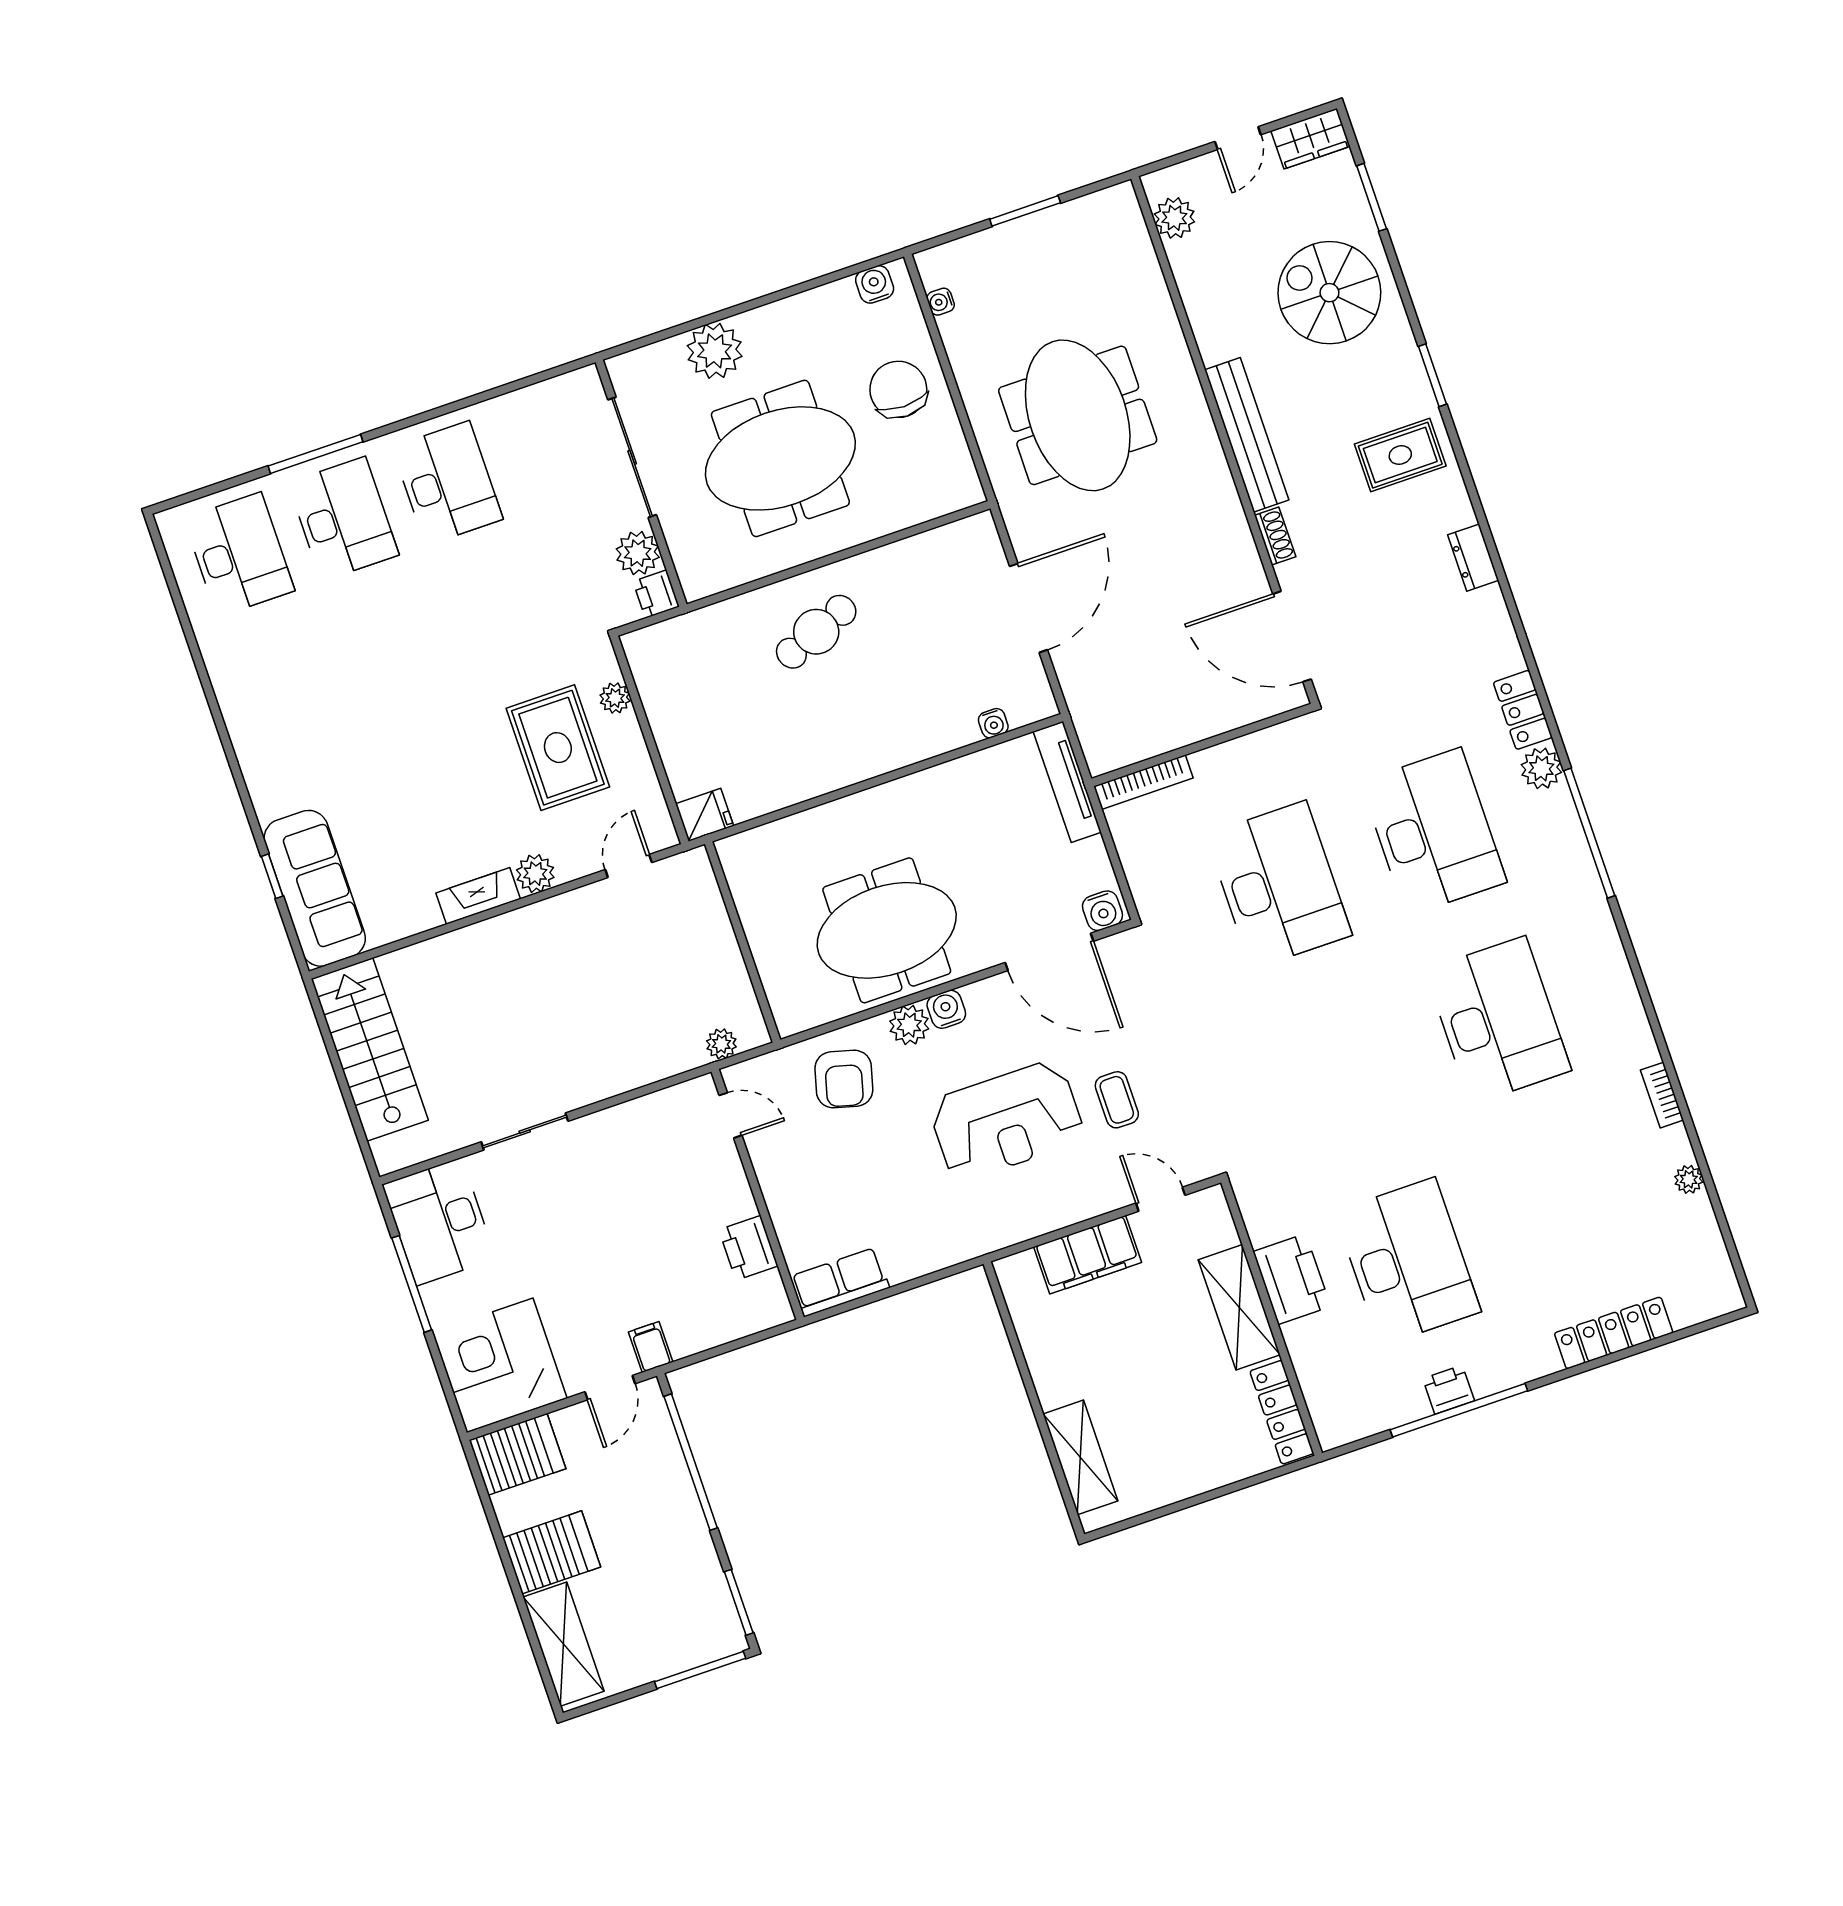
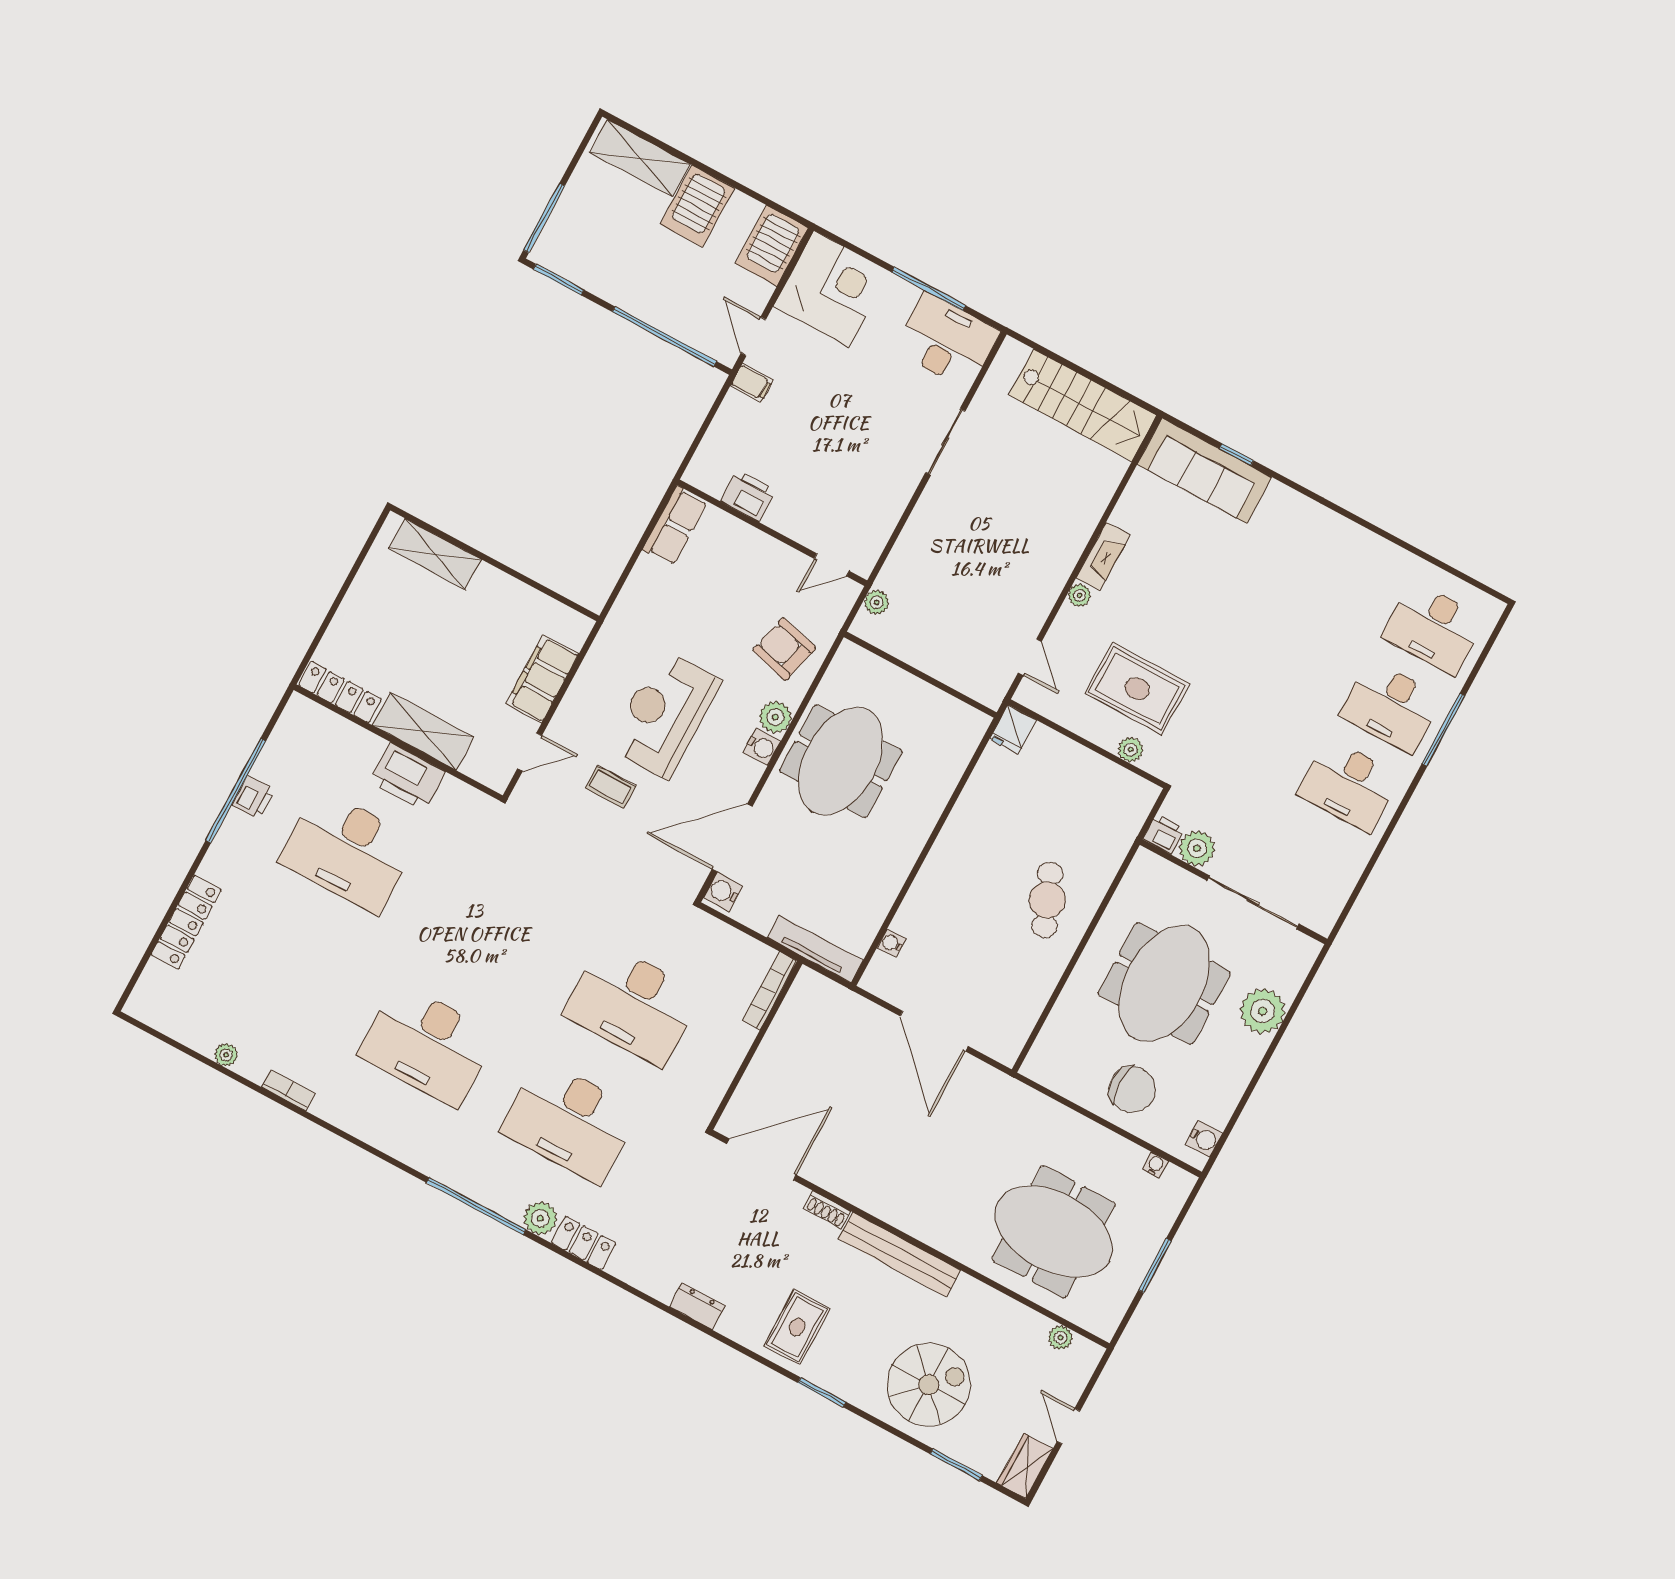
plant: (1174, 218) -> (1060, 1338), width x0.73, depth x0.73
meeting table: (1078, 415) -> (1054, 1232), moved
plant: (535, 874) -> (1080, 595), width x0.73, depth x0.73

